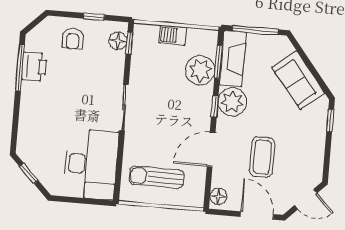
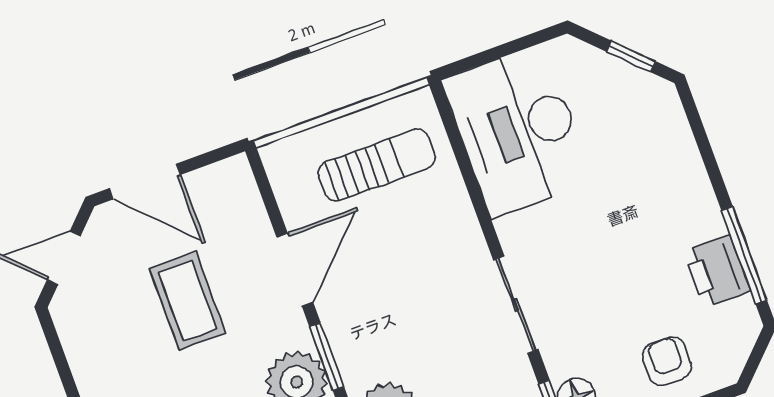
window: (215, 106) -> (327, 357), width x1.50
sliding door: (124, 108) -> (516, 305), moved
floor lamp: (218, 196) -> (238, 184), removed

